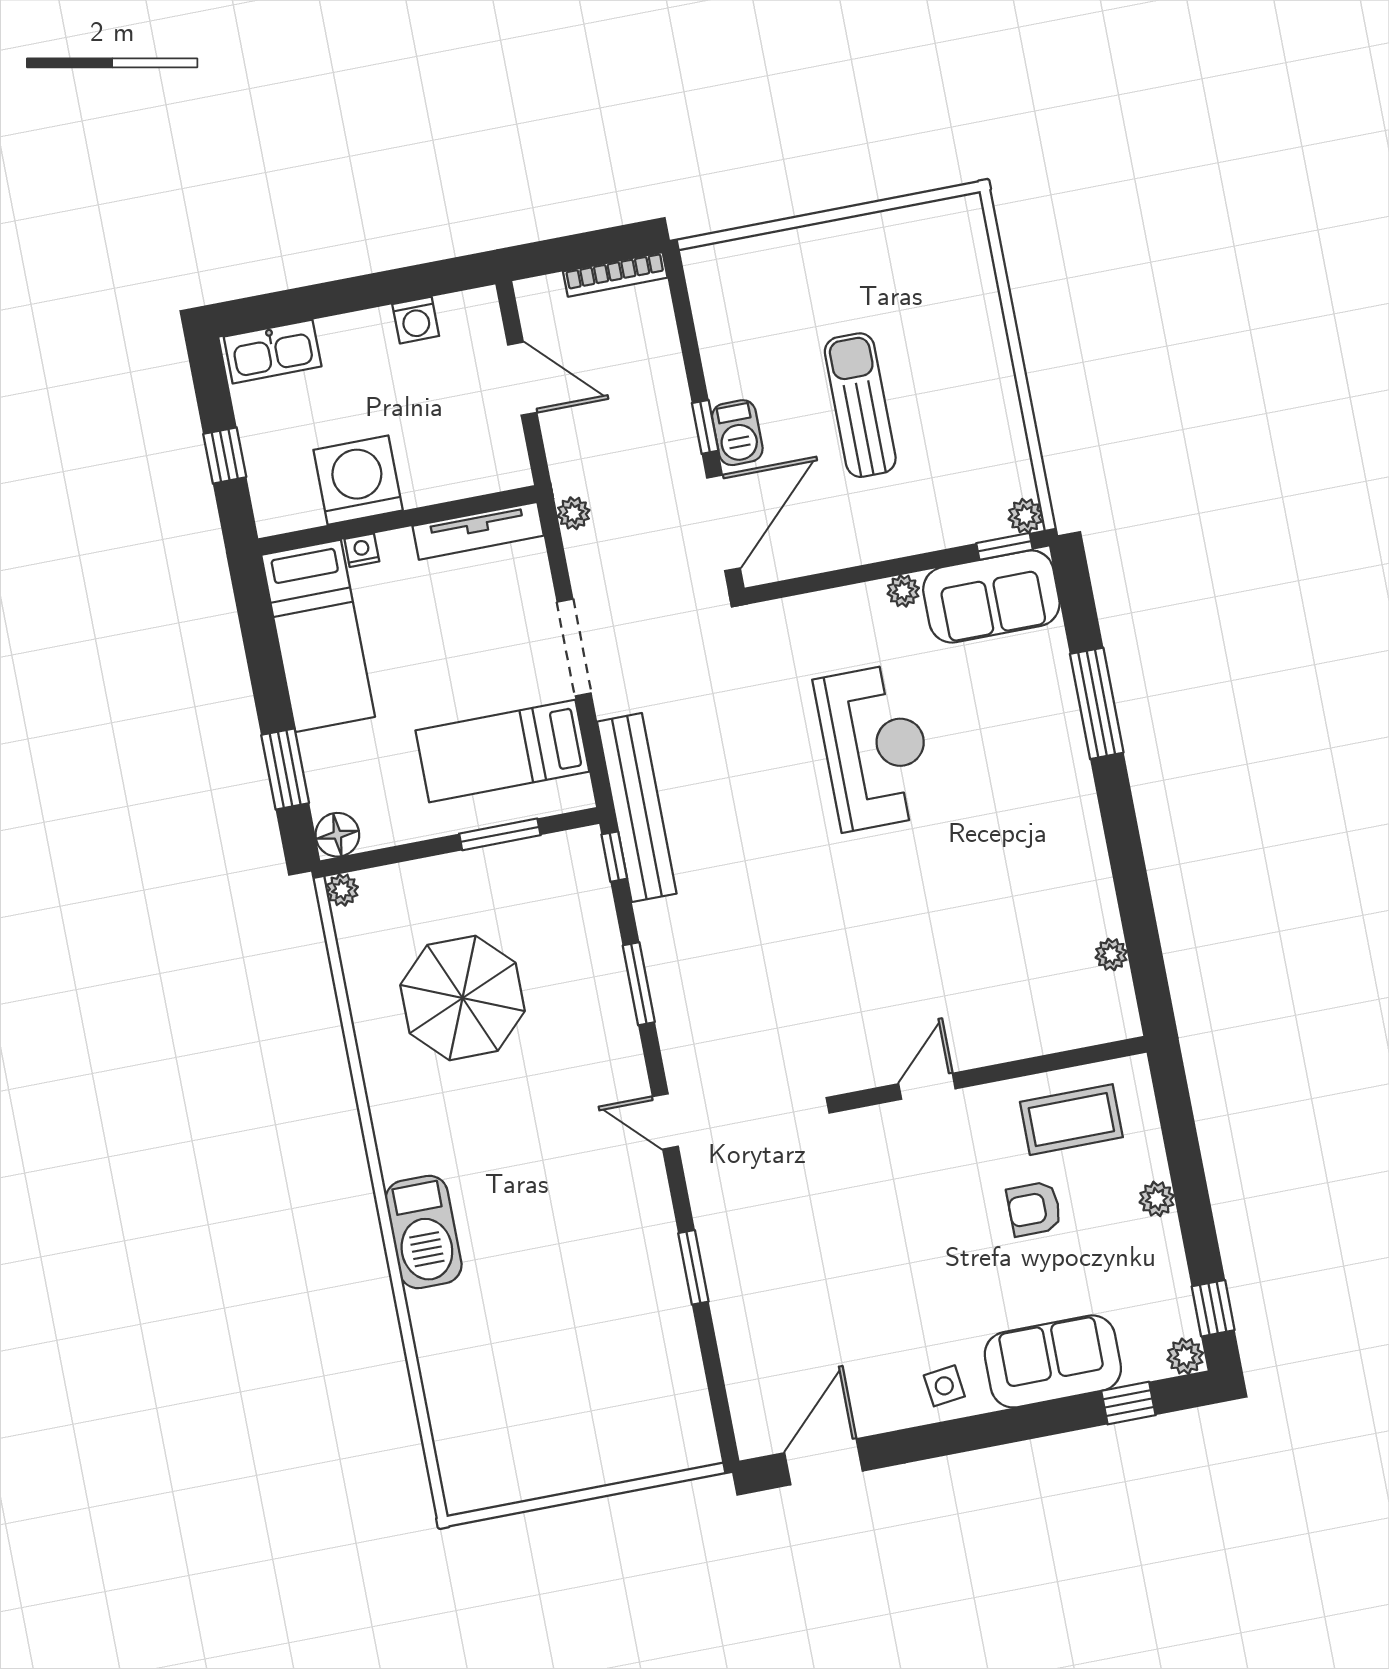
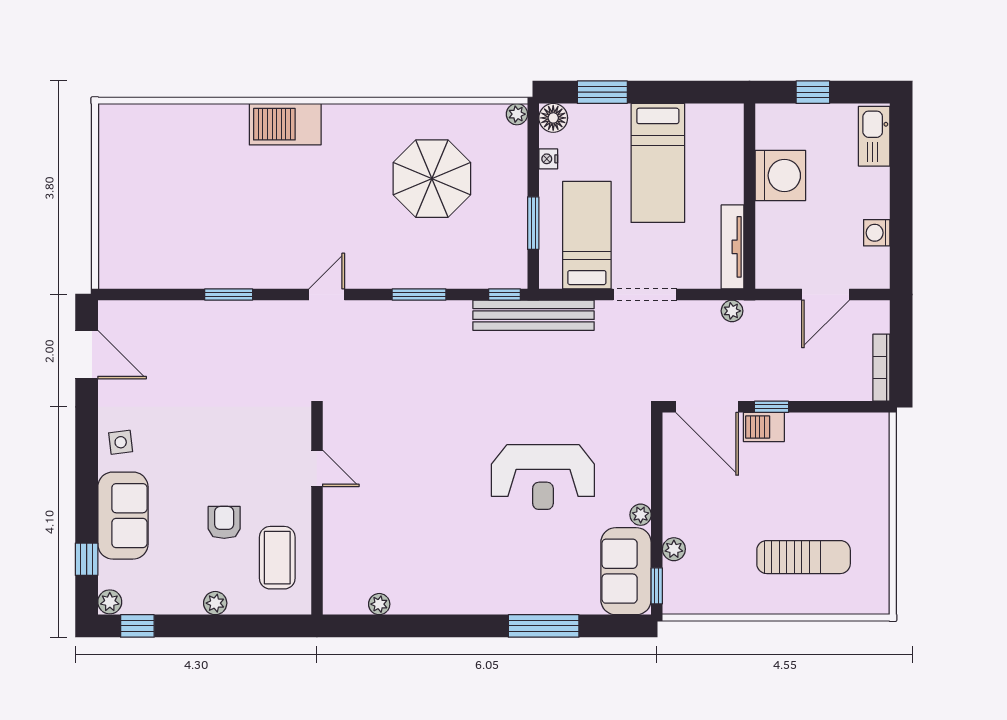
sun lounger: (860, 405) -> (804, 557), moved
plant: (1025, 516) -> (674, 549), moved
nightstand: (362, 550) -> (548, 159), moved, turned 180
bed: (318, 636) -> (658, 163), moved, turned -90

